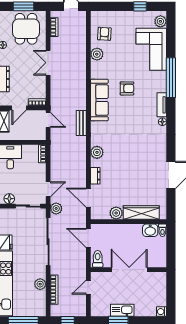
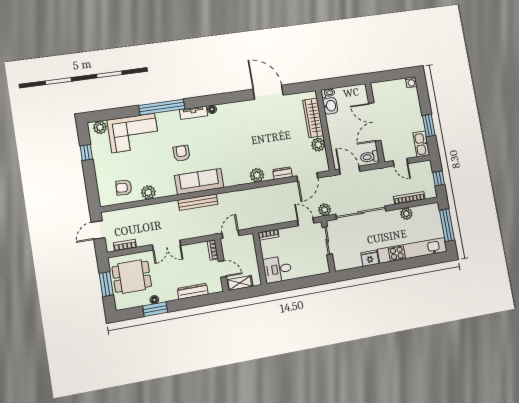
bench: (81, 123) -> (198, 202), moved, width x1.36
floor lamp: (9, 199) -> (323, 262), removed
door: (88, 238) -> (350, 170), swing flipped
kitchen sink: (122, 310) -> (421, 144), moved

